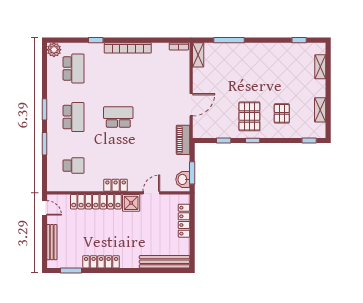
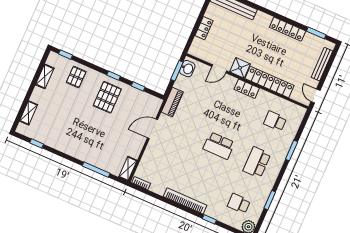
school desk: (74, 68) -> (239, 204), width x0.54
window: (44, 109) -> (270, 200), moved
pallet: (282, 113) -> (76, 77), moved
locker: (184, 221) -> (204, 28), width x0.66

